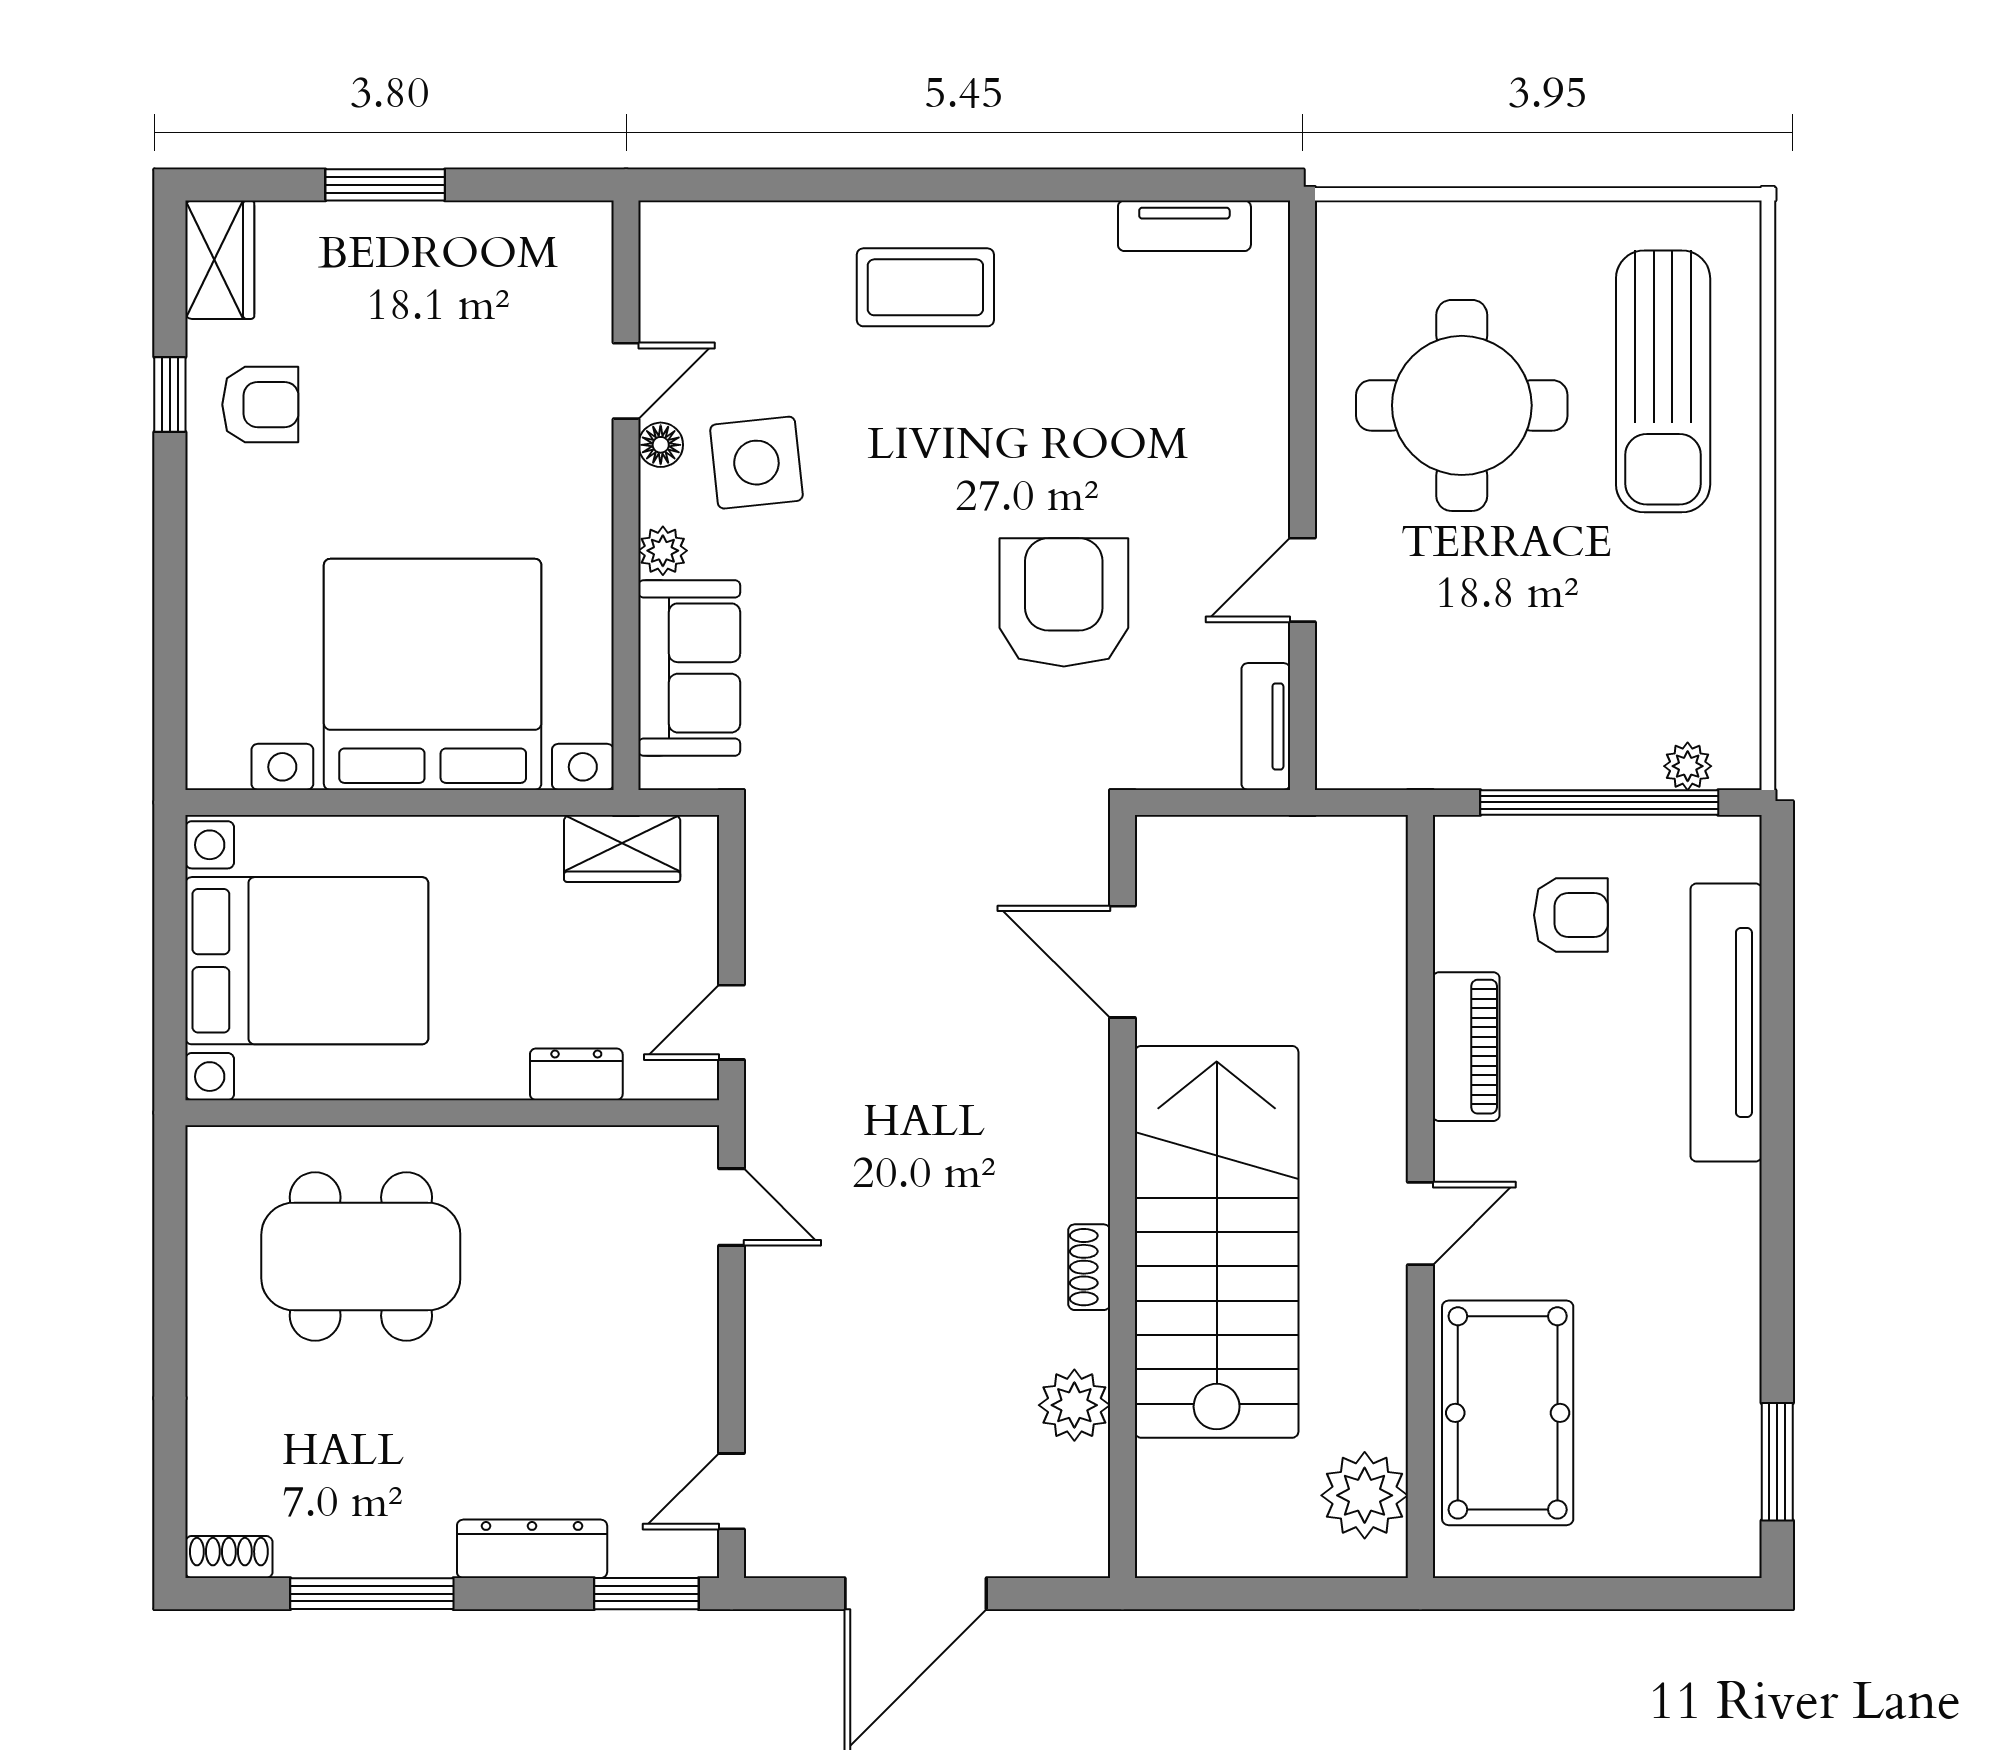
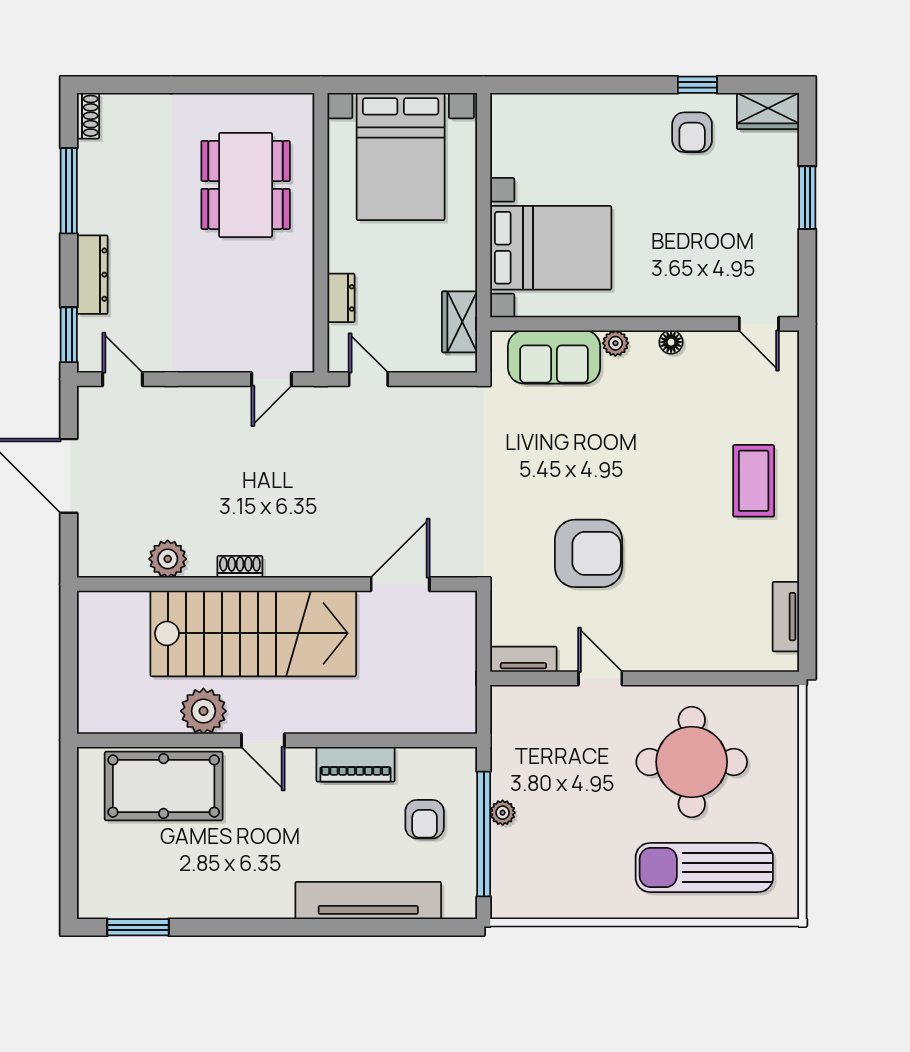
door: (626, 381) -> (759, 324), moved
side table: (756, 463) -> (662, 392), removed
bed with nightstands: (433, 674) -> (551, 248), width x0.73
plant: (1688, 766) -> (503, 813), moved
plant: (1365, 1495) -> (203, 711), moved

